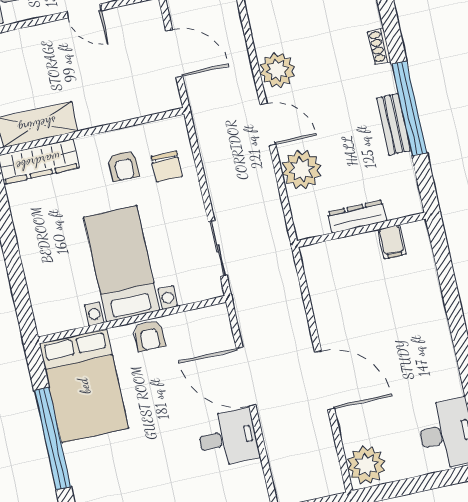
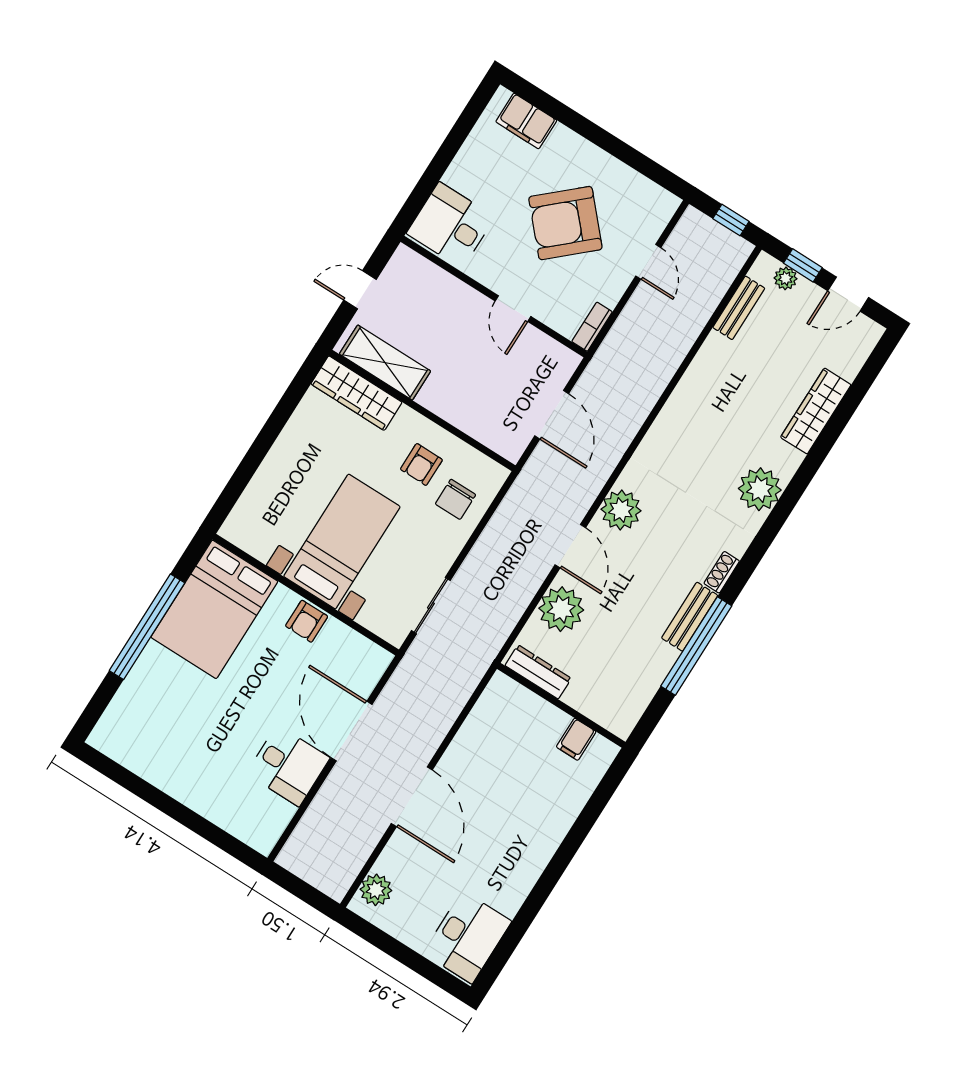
bench: (393, 124) -> (690, 617), moved
dresser: (357, 216) -> (538, 672), moved
plant: (366, 465) -> (376, 890), width x0.73, depth x0.73

